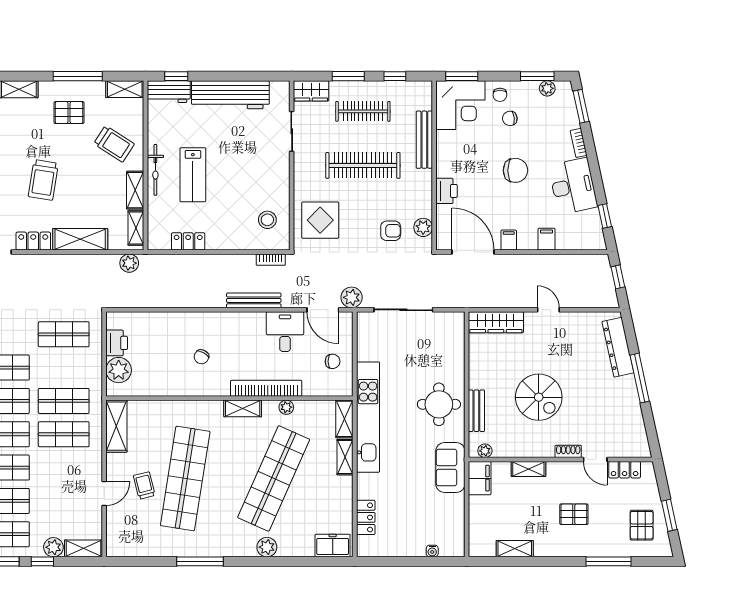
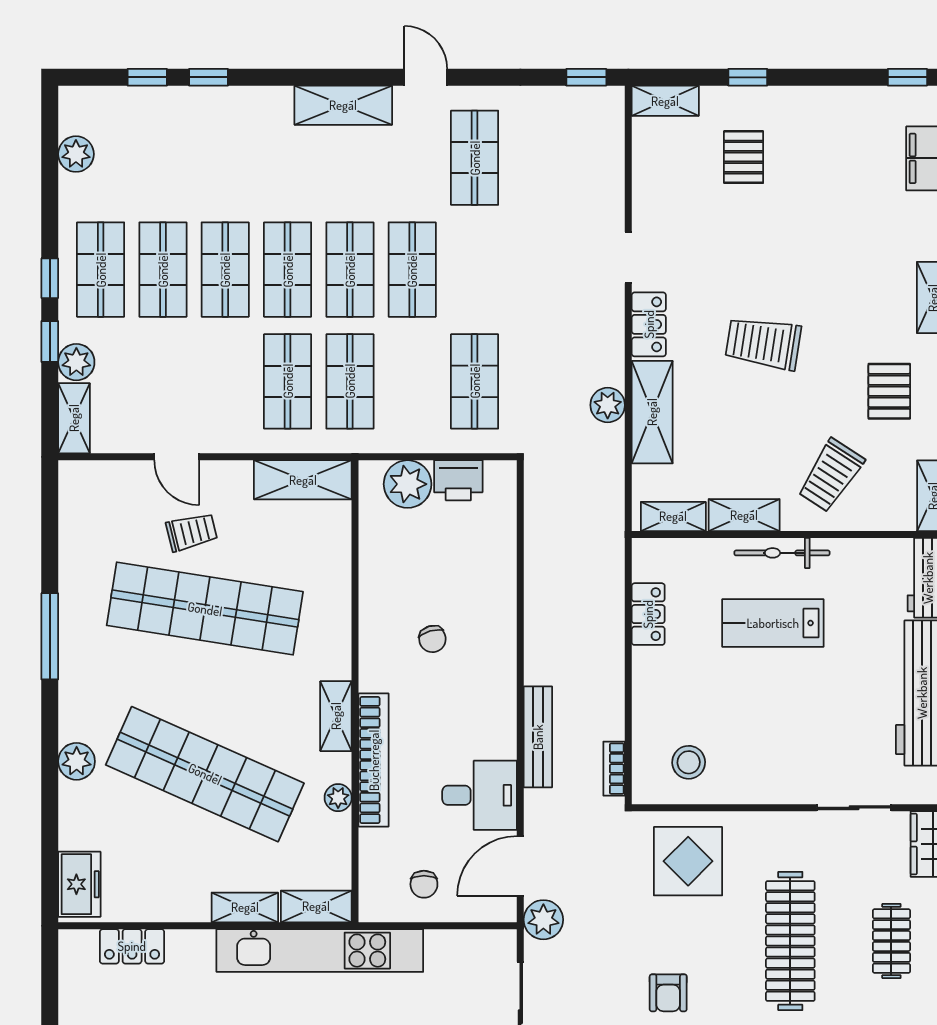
clothes rail: (363, 111) -> (891, 941), width x0.73
plant: (129, 263) -> (608, 405), moved
chair: (201, 357) -> (432, 639), turned -134

